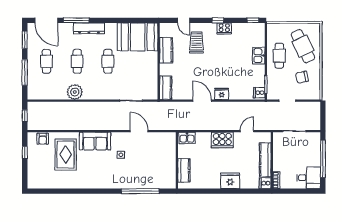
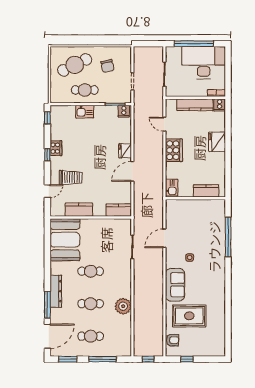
trolley: (196, 42) -> (71, 177), turned 180
desk: (309, 178) -> (204, 63), width x1.87, depth x1.30

